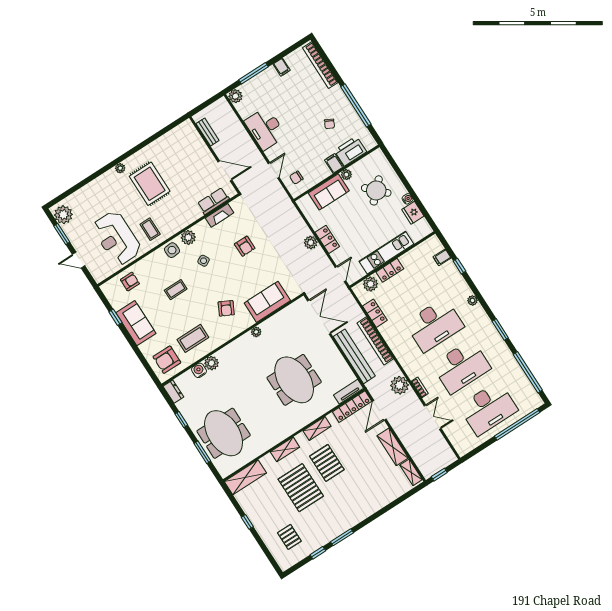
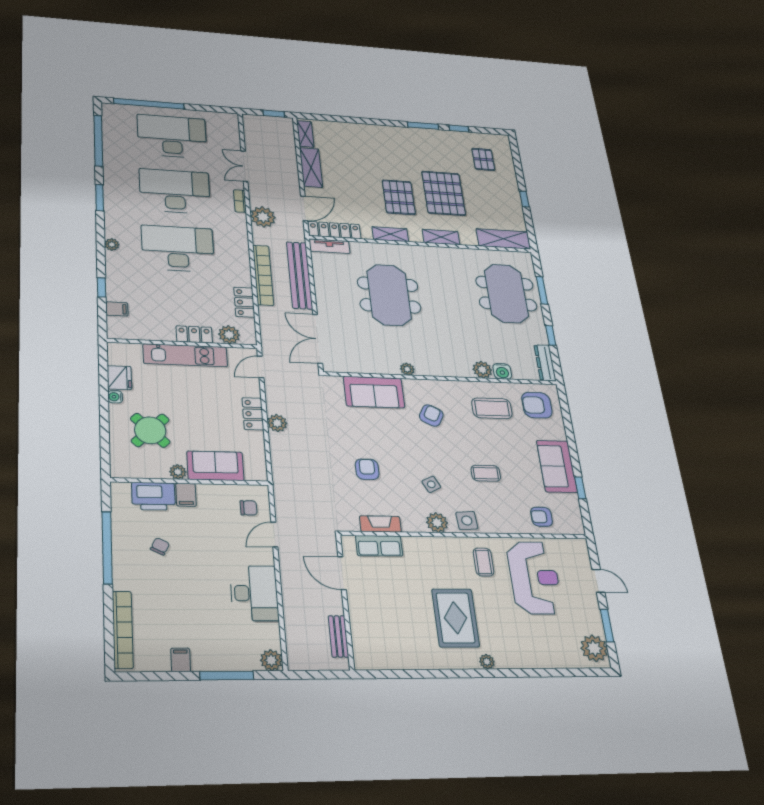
armchair: (167, 360) -> (537, 405), turned 180
dresser: (173, 392) -> (545, 363), width x1.44

